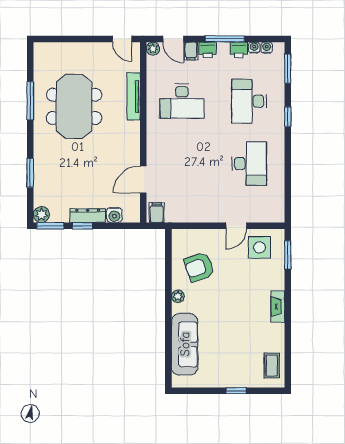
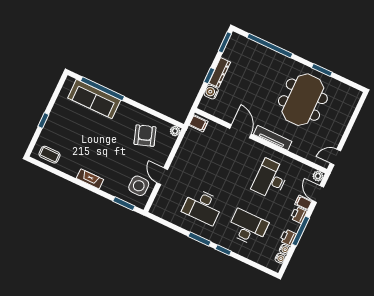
door: (173, 39) -> (318, 194), hinge flipped
window: (288, 69) -> (200, 239), moved
tv unit: (134, 96) -> (273, 138), moved
window: (30, 101) -> (322, 70), width x0.69
meeting table: (74, 106) -> (303, 100), turned 90
window: (30, 173) -> (270, 46), width x2.11
door: (143, 179) -> (240, 131), moved
plant: (41, 215) -> (236, 40), removed
window: (82, 226) -> (209, 76), moved
plant: (178, 296) -> (175, 131), moved
window: (168, 340) -> (103, 89), added

